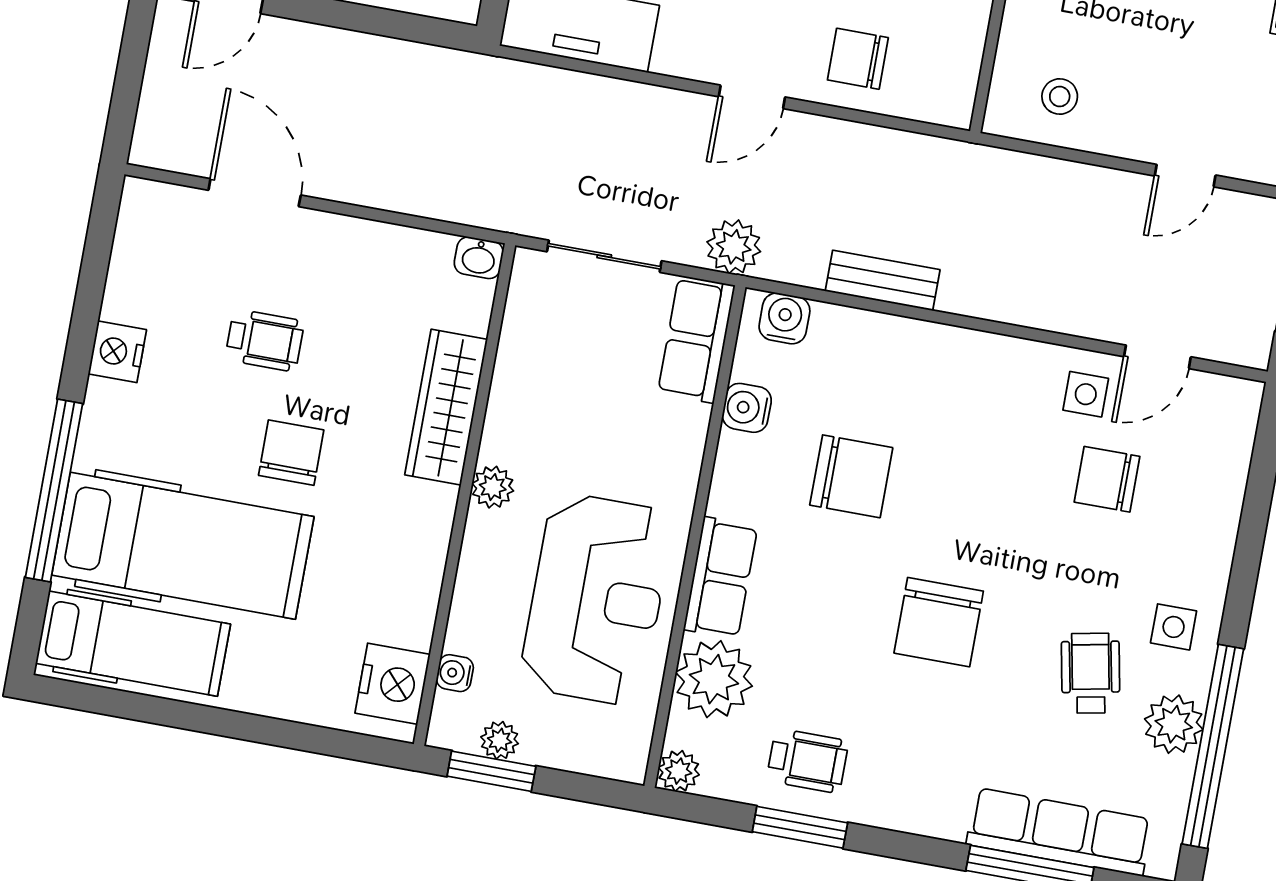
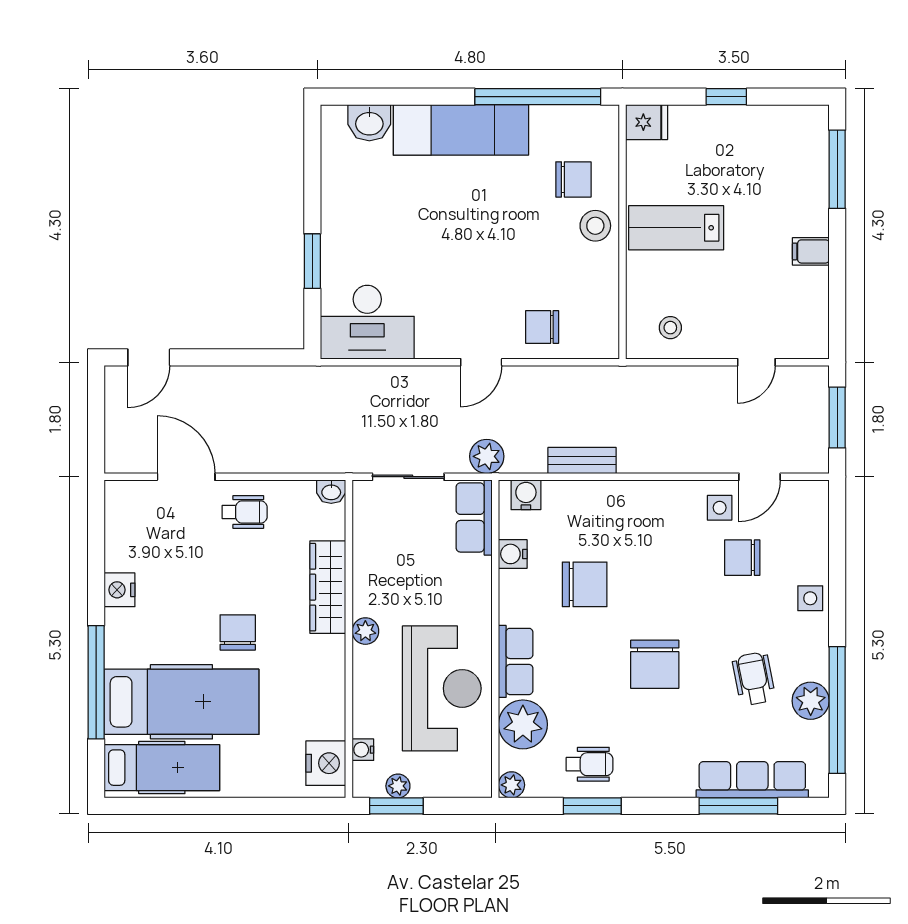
wheelchair: (265, 340) -> (245, 512), moved
side table: (1174, 627) -> (810, 598), moved

